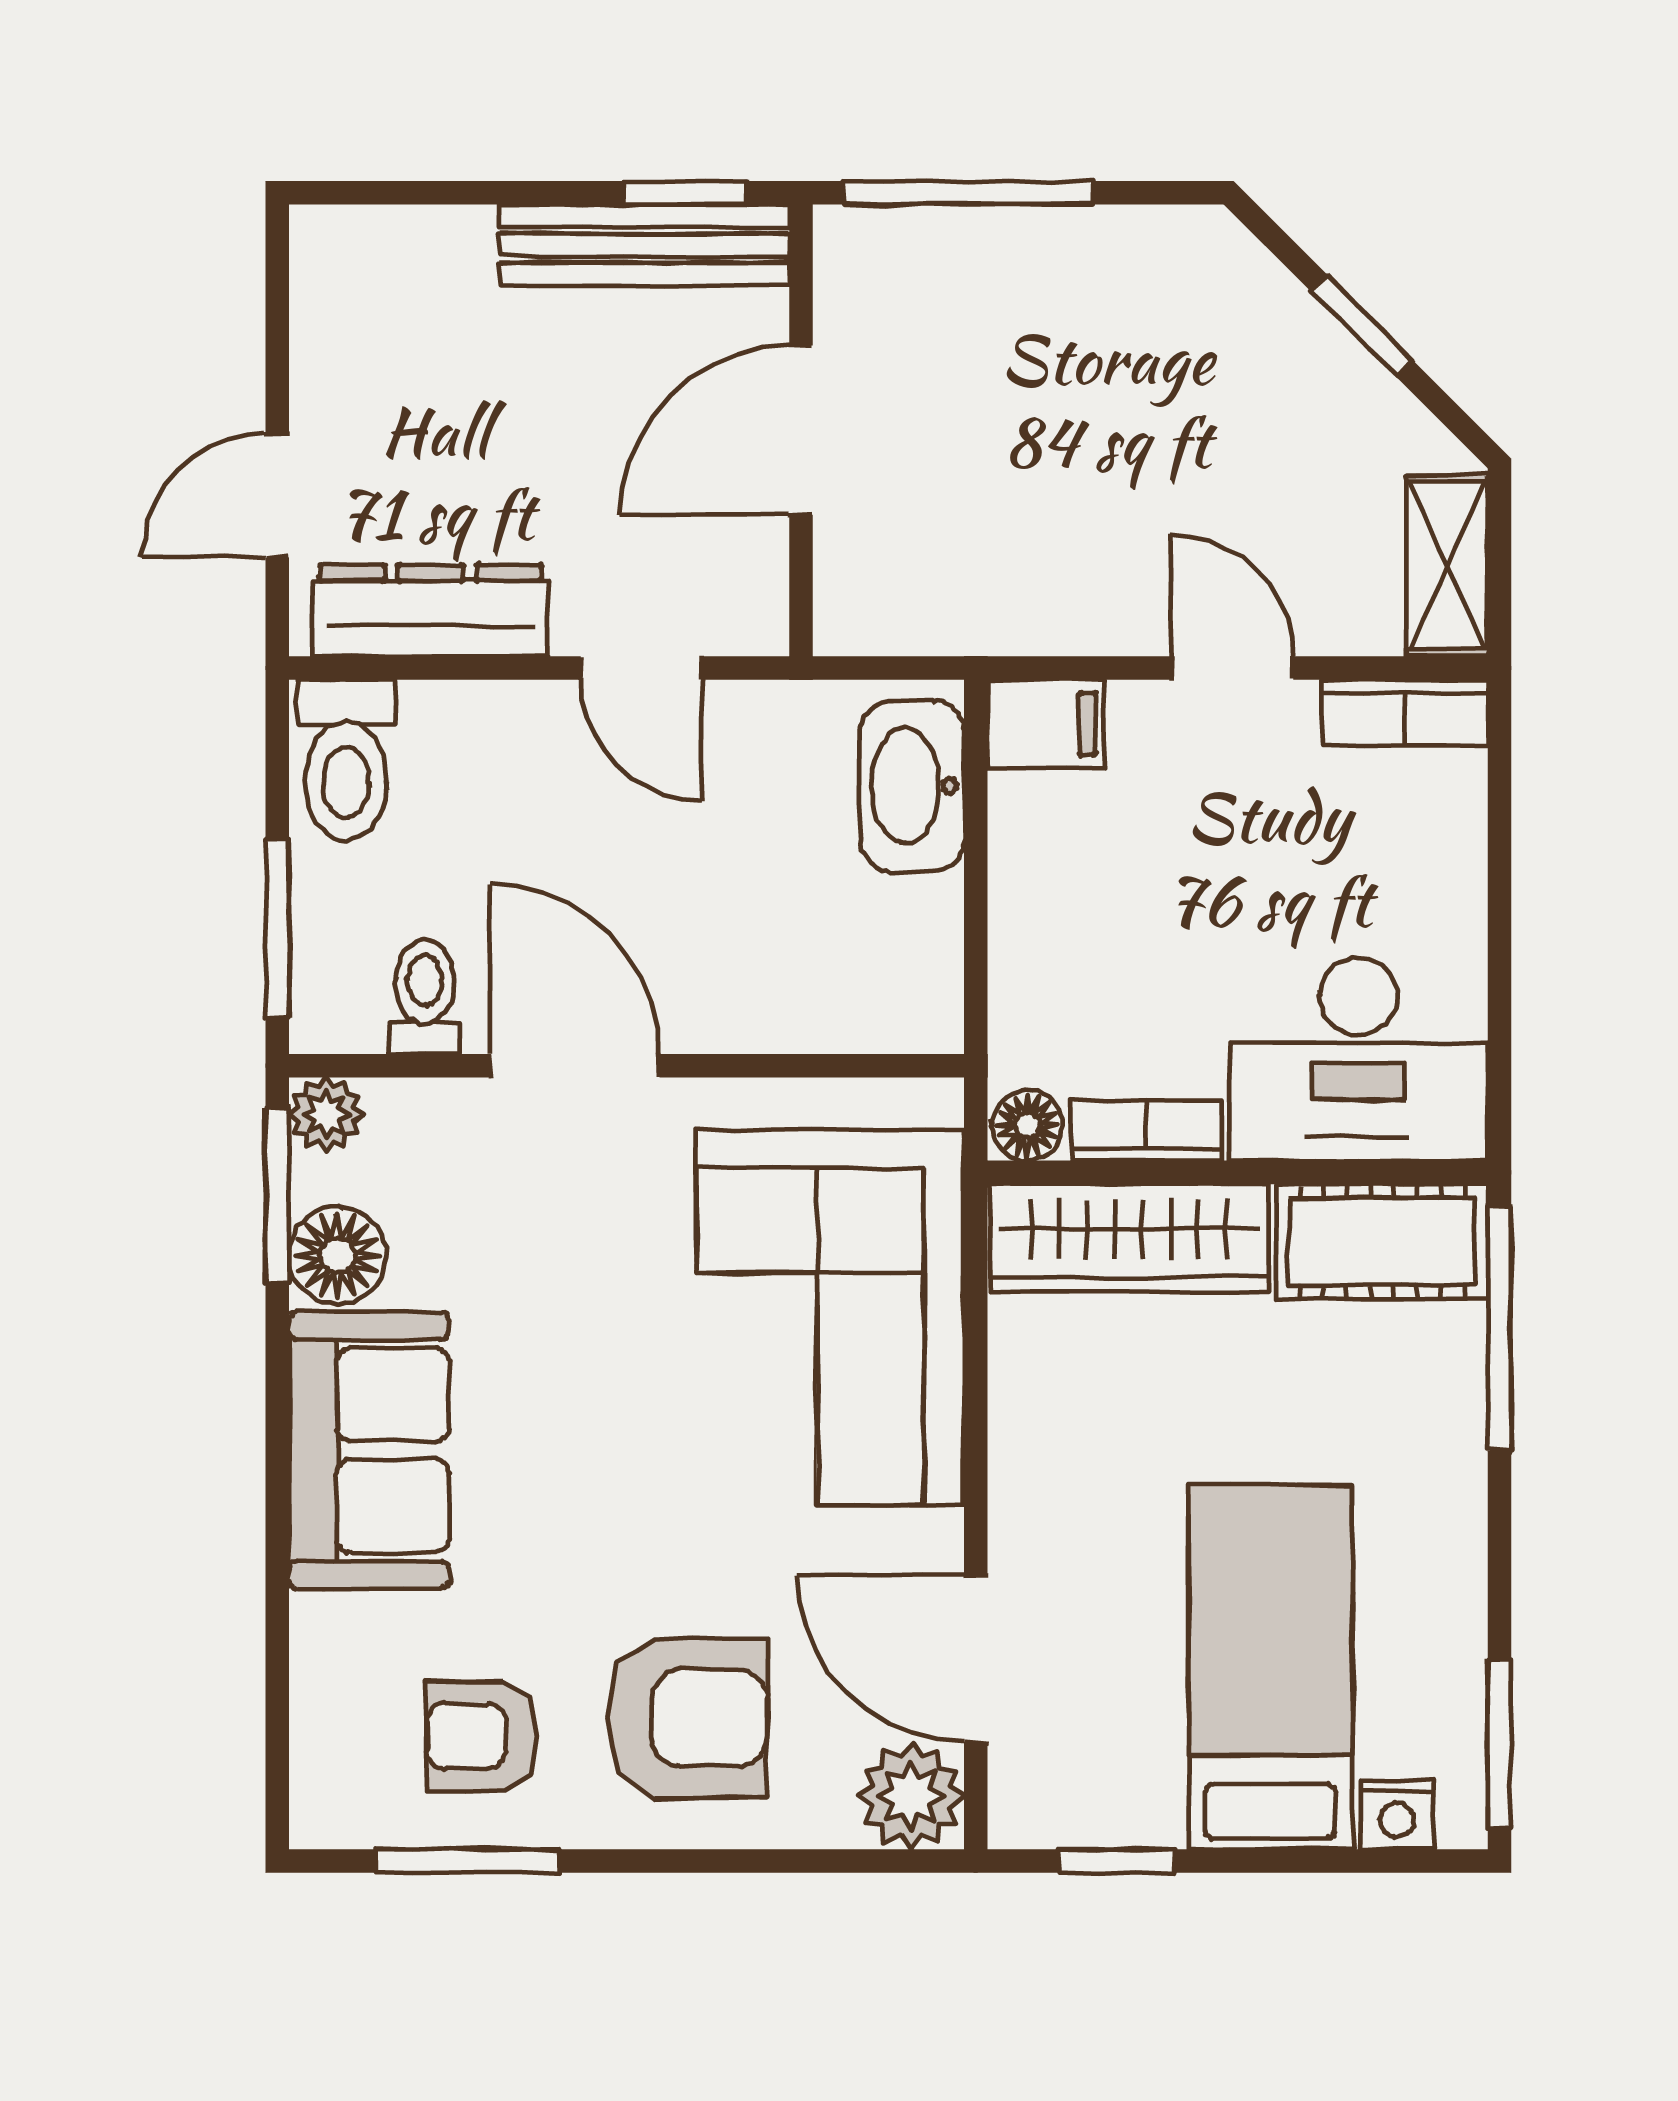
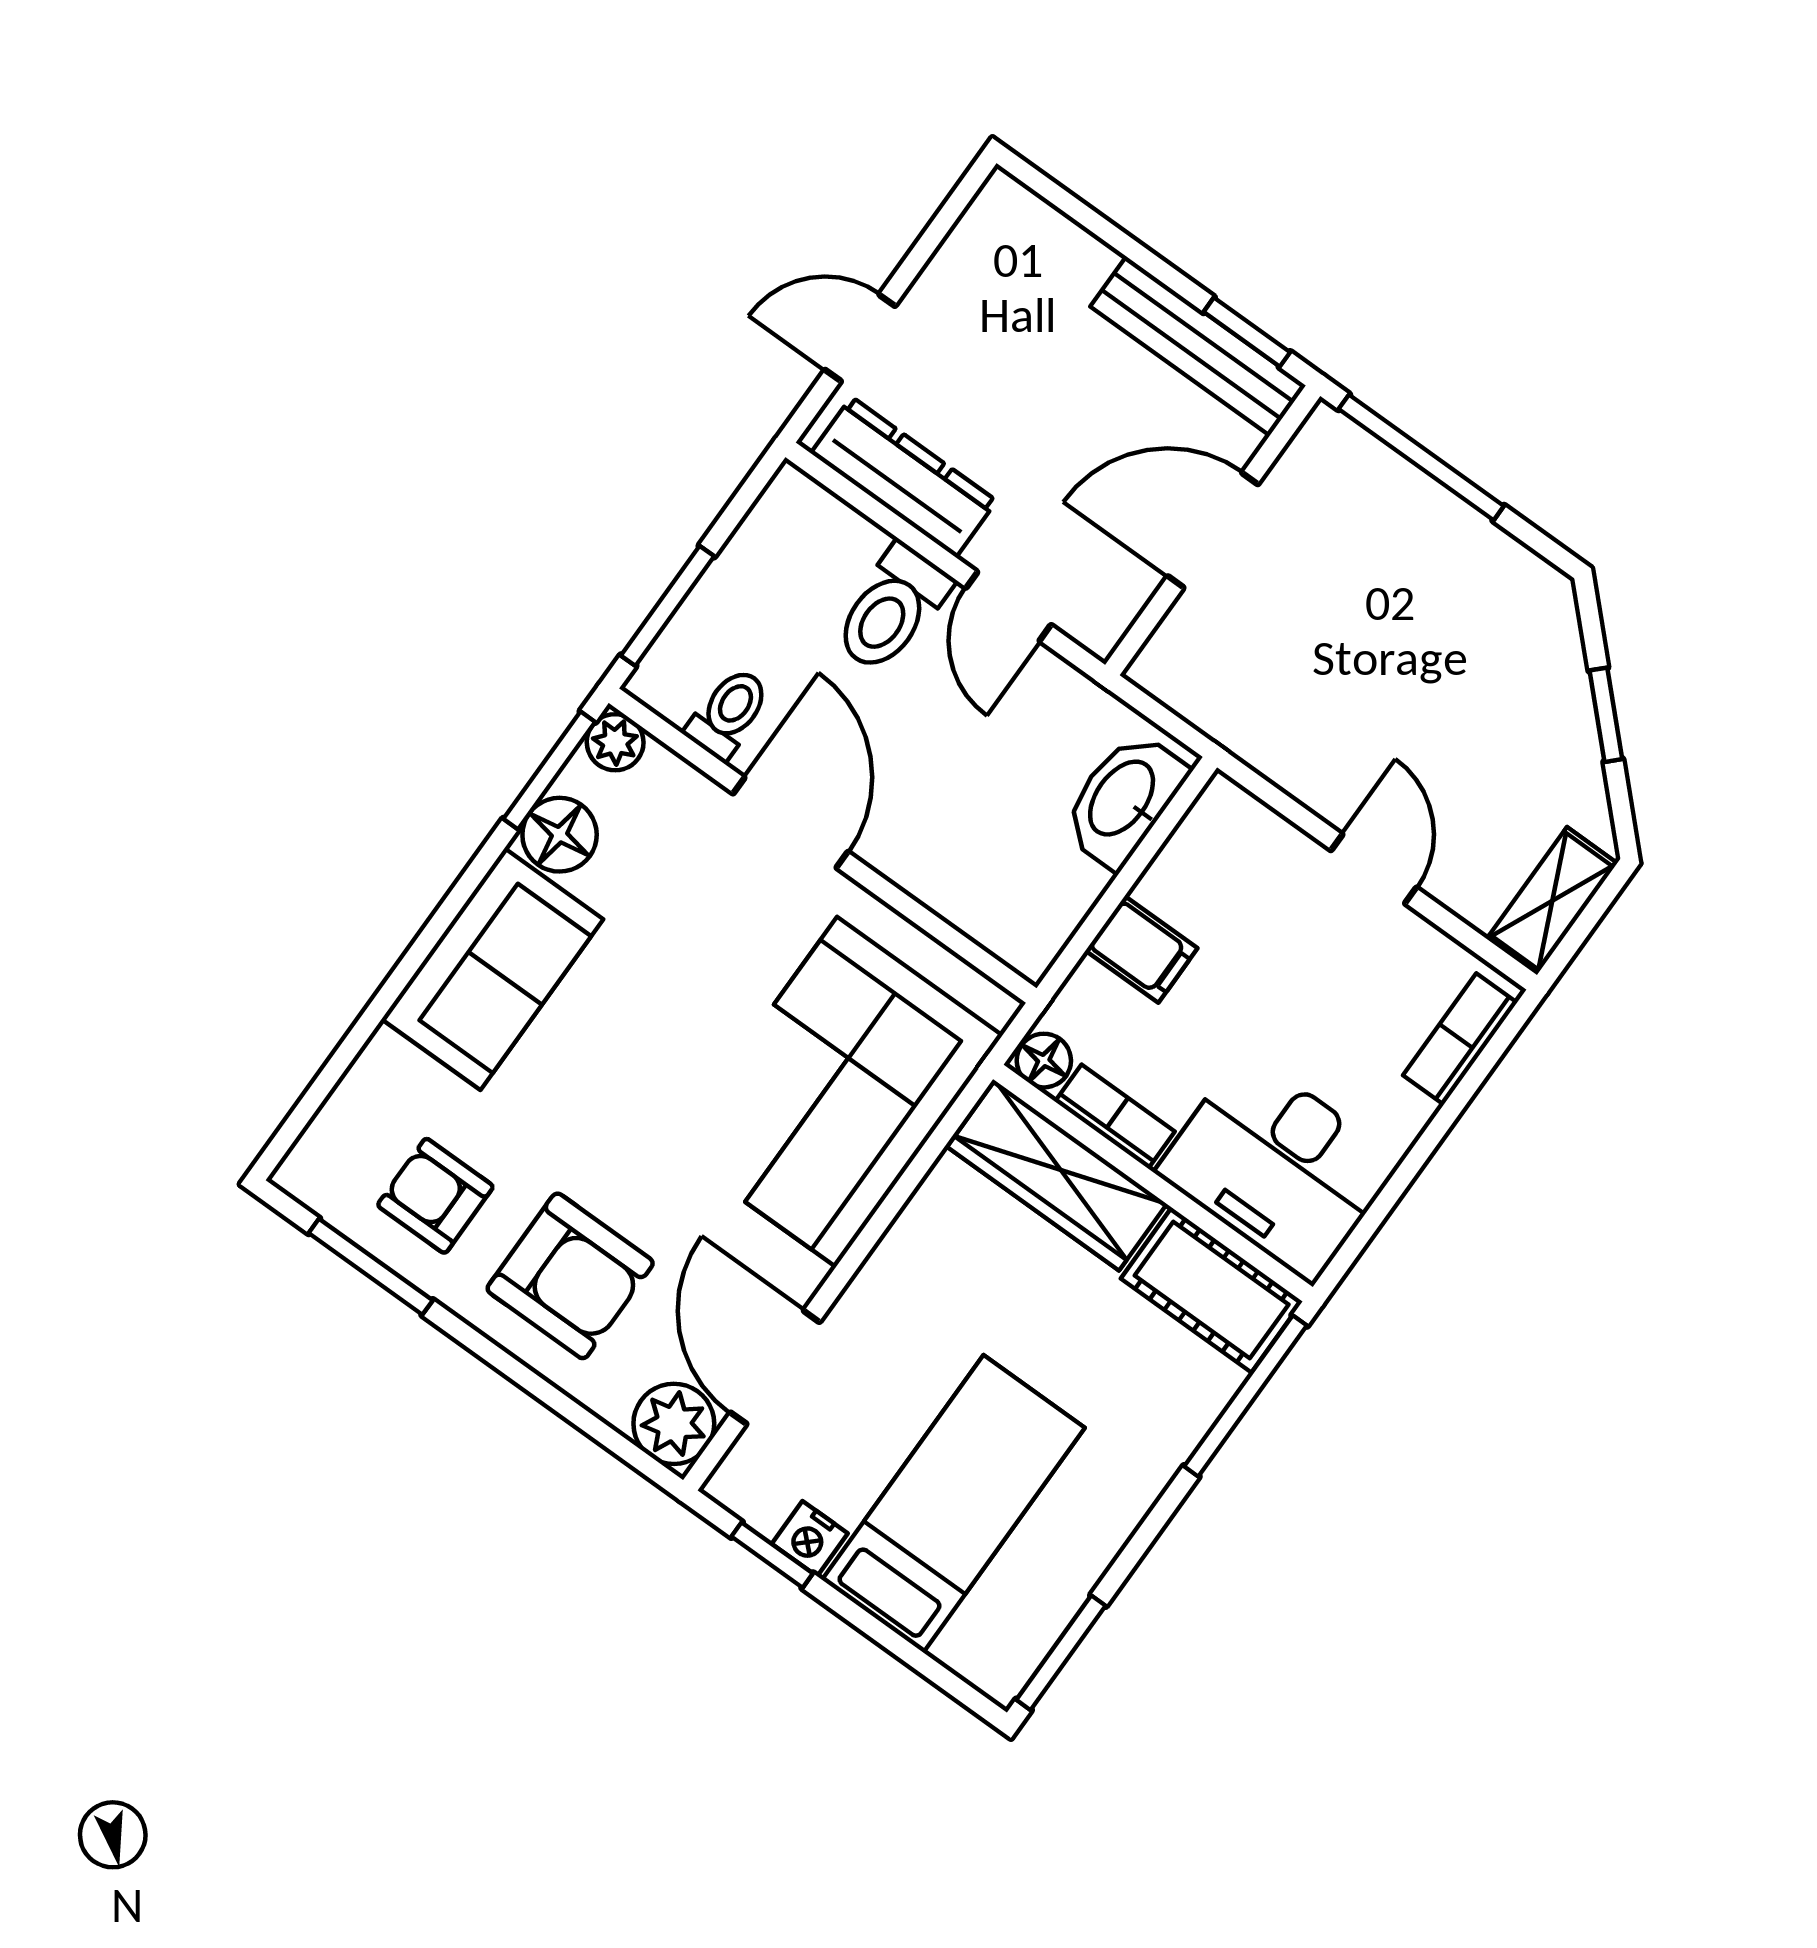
bookcase: (1405, 713) -> (1460, 1039), moved, turned 90
filing cabinet: (1046, 724) -> (1142, 949), moved
toilet: (346, 760) -> (892, 609), moved
nightstand: (1397, 1815) -> (810, 1539), moved

